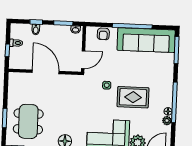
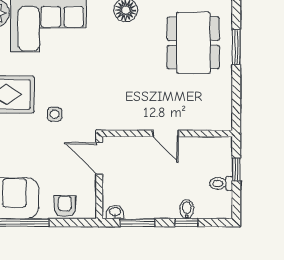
door: (83, 60) -> (99, 158), hinge flipped
door: (46, 72) -> (166, 134), width x0.53

